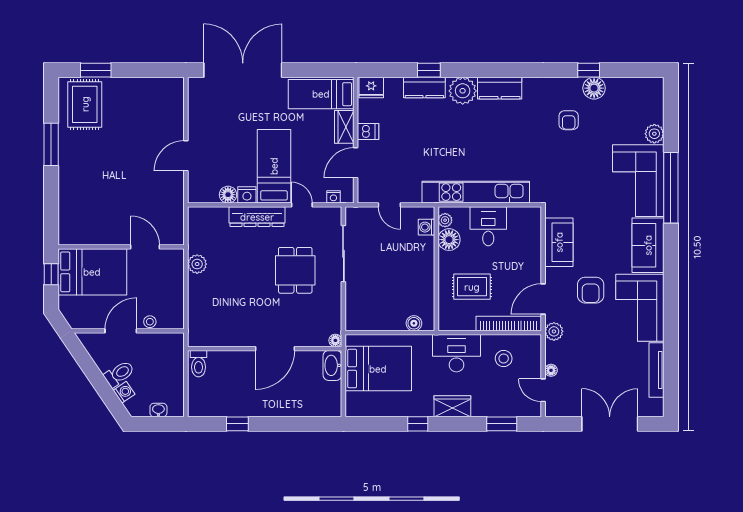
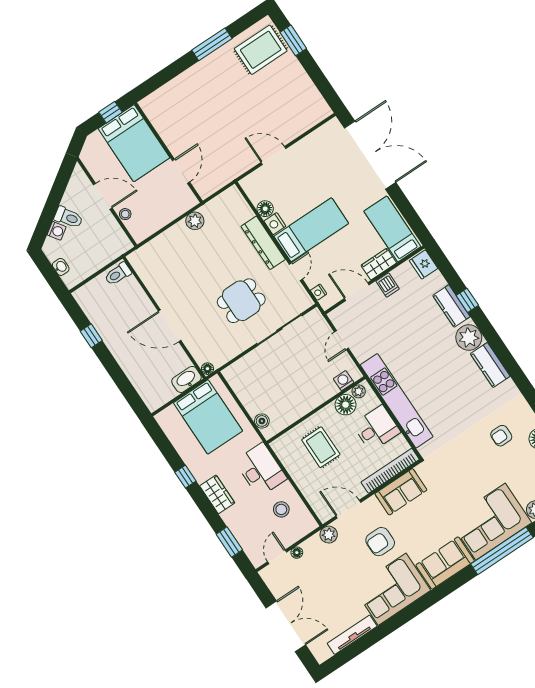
bookcase: (509, 324) -> (390, 471), moved, turned -90

